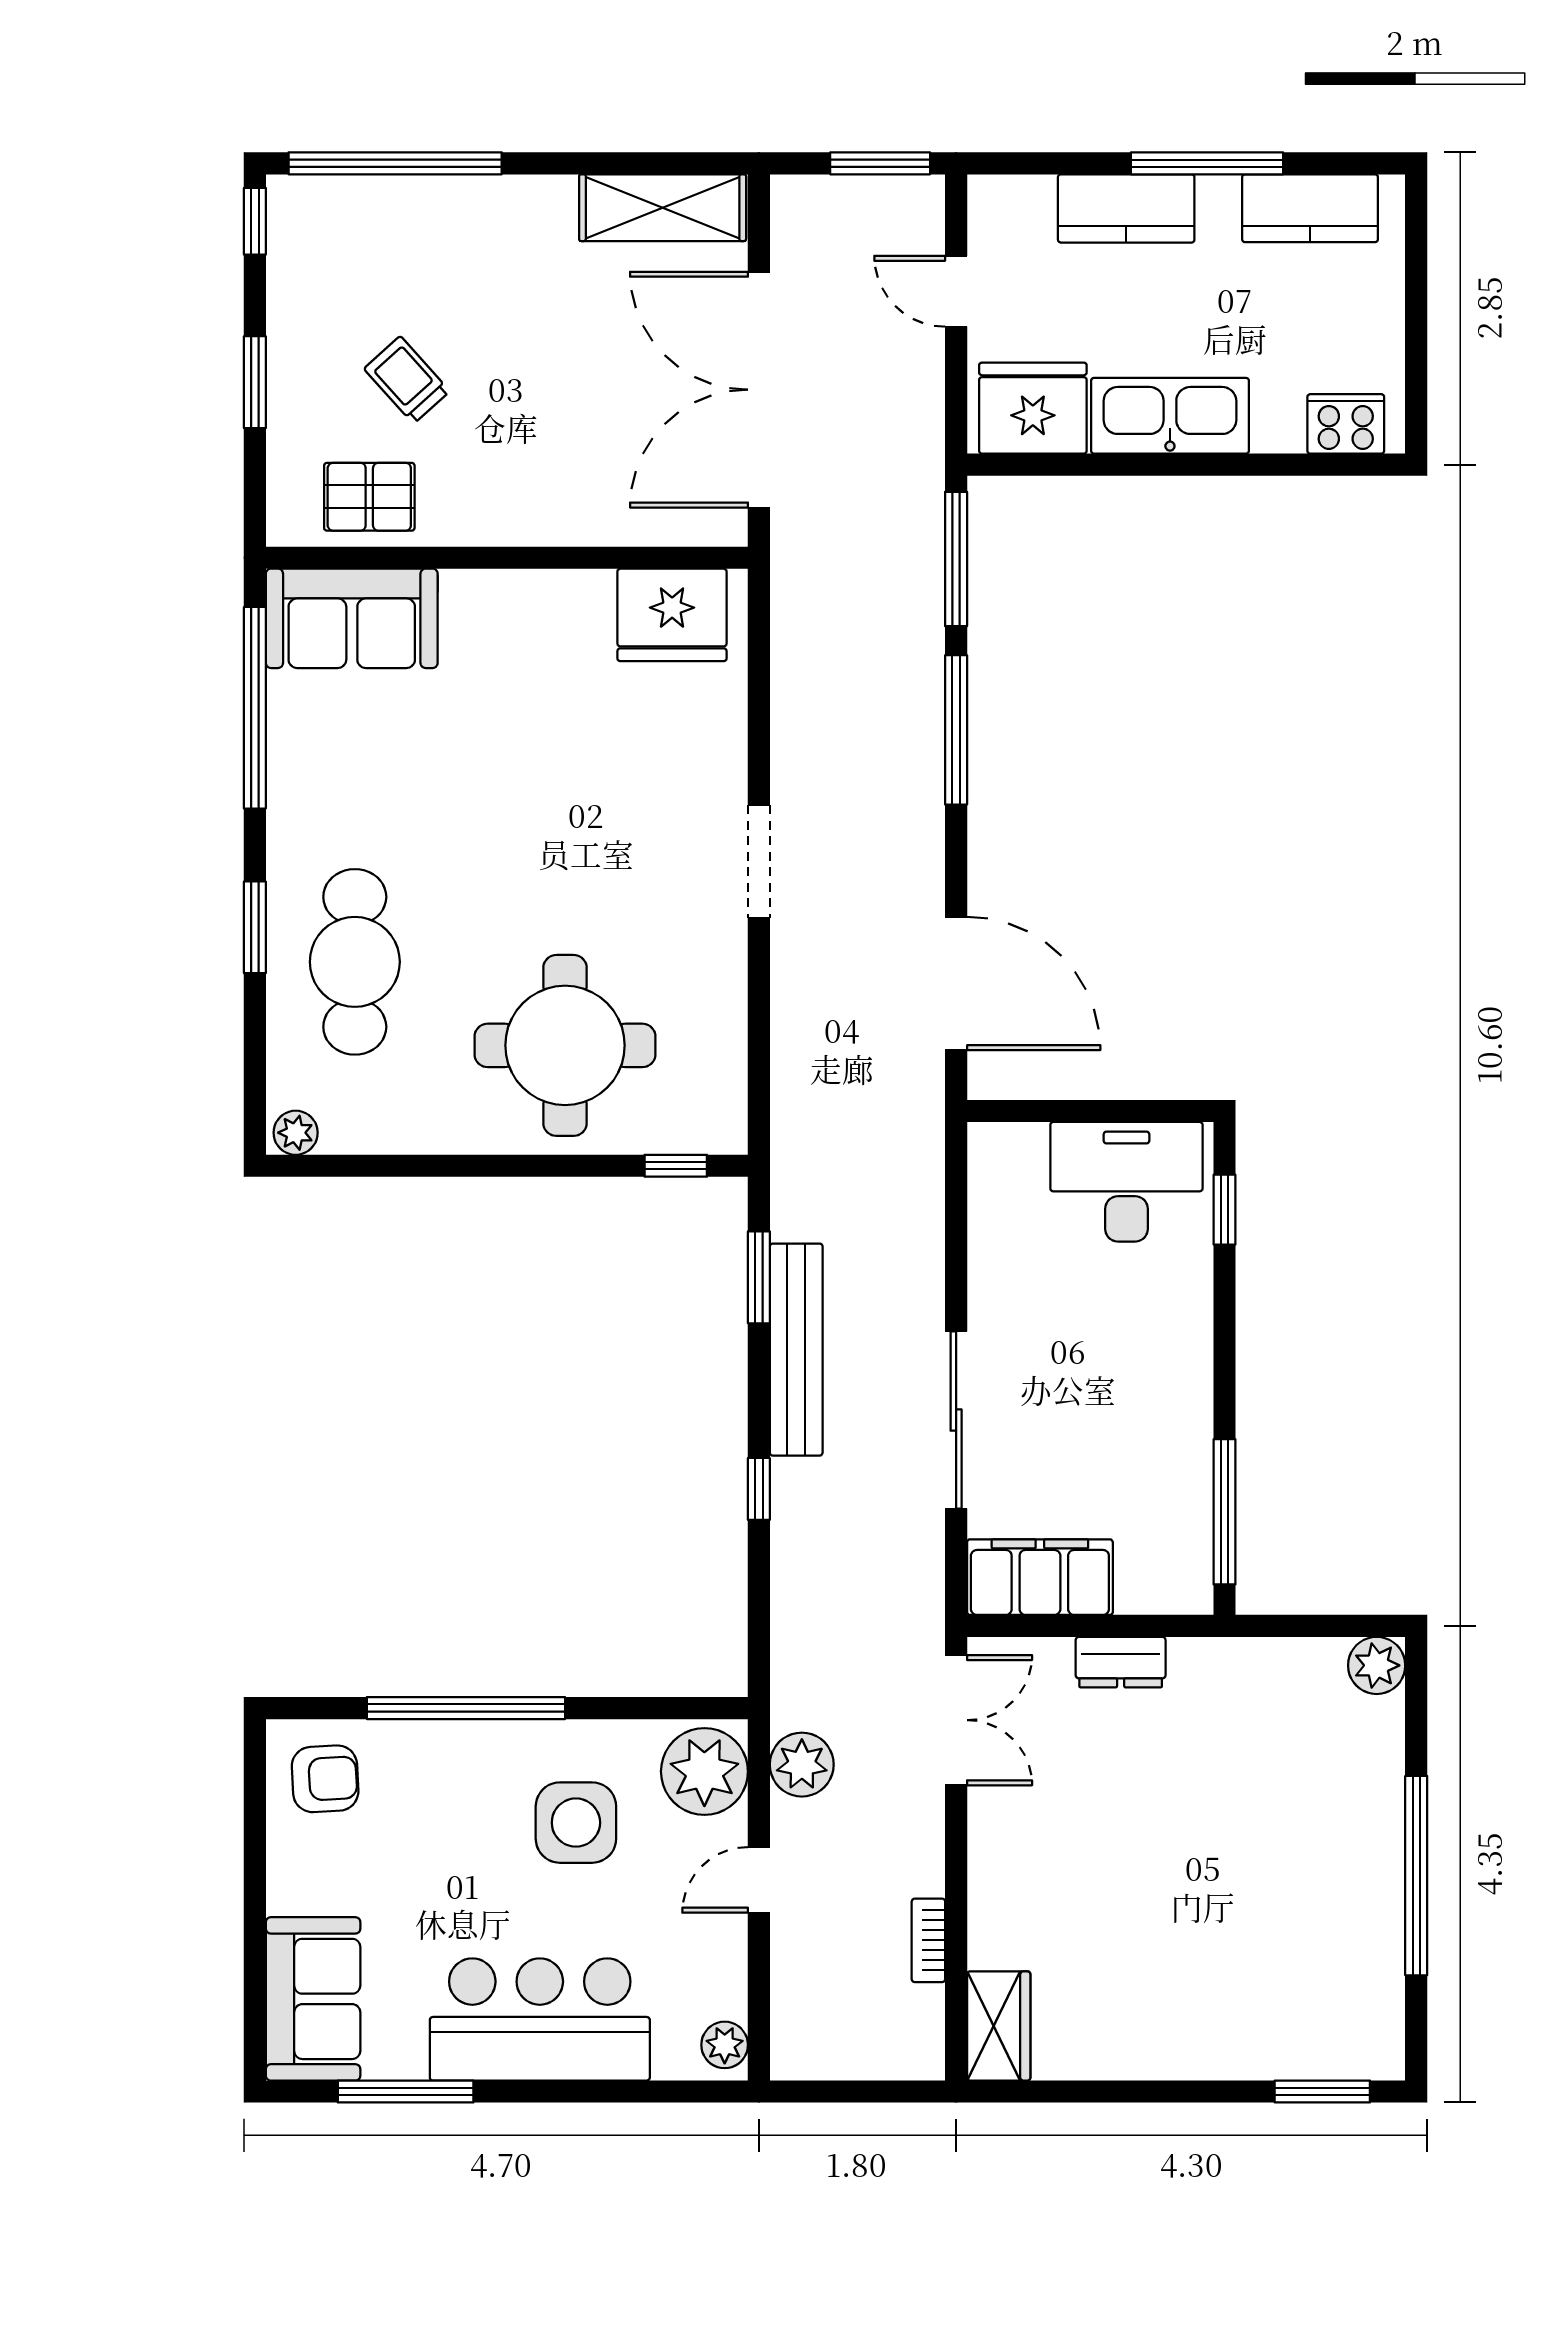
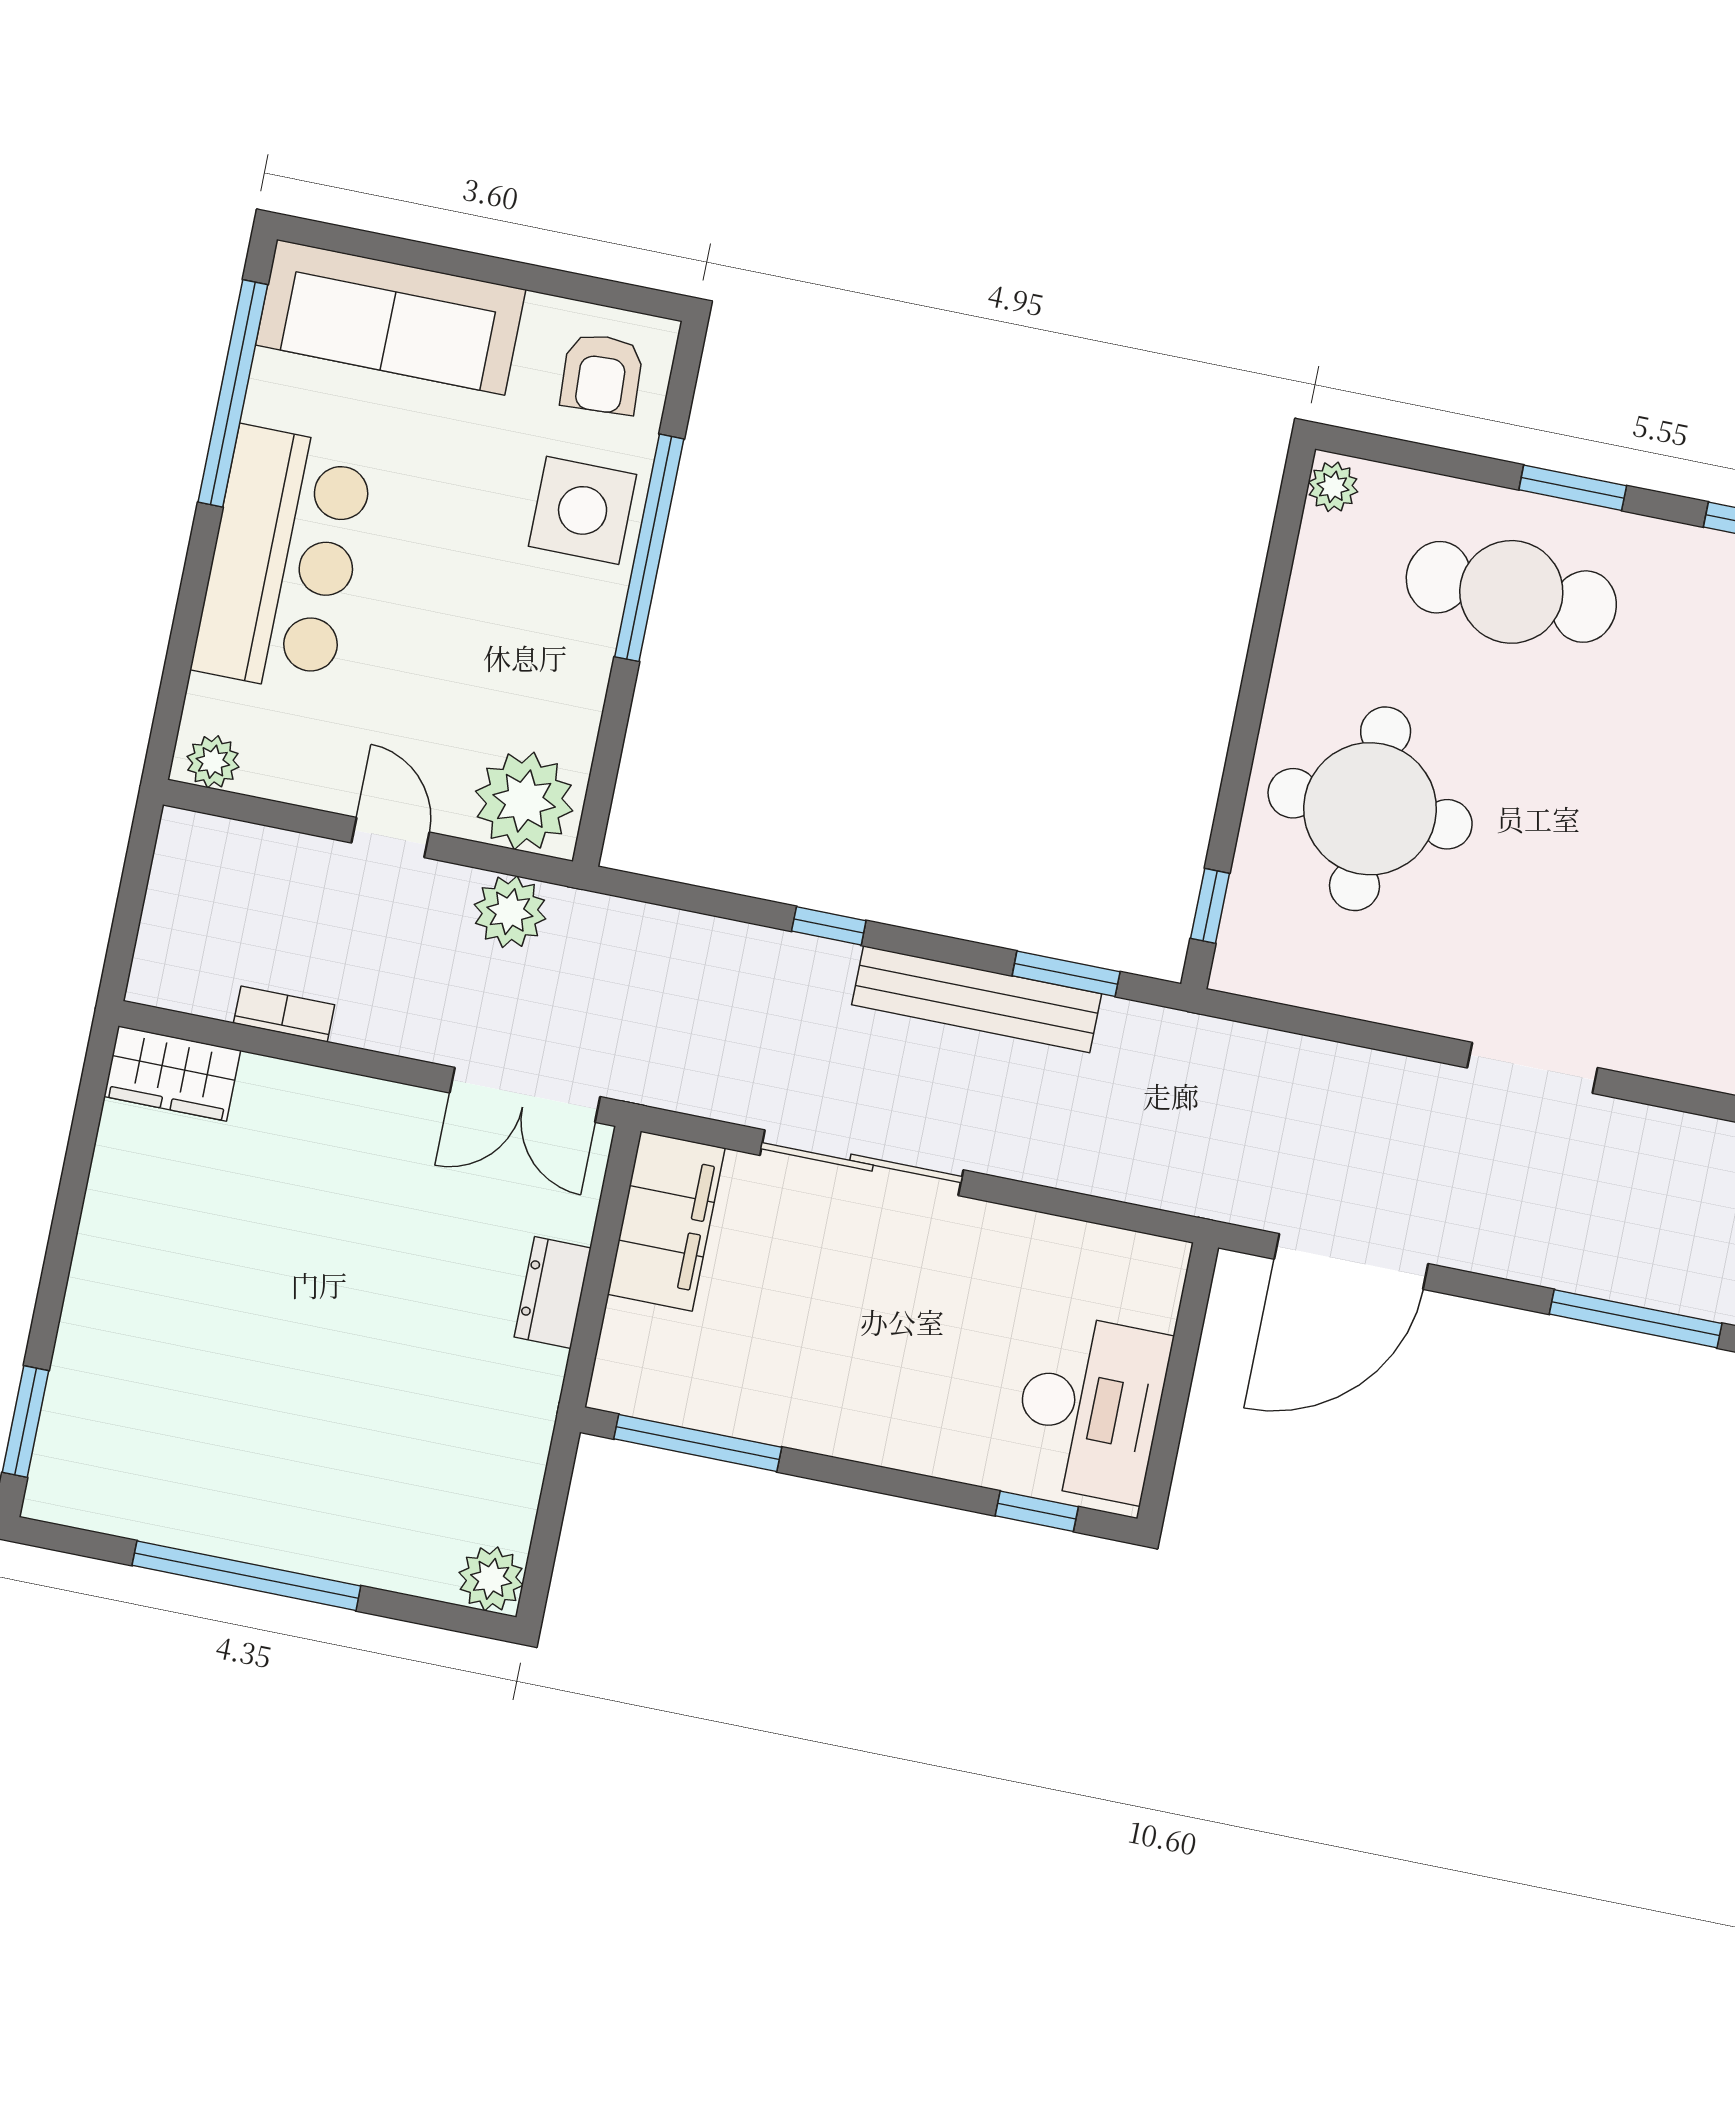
side table: (576, 1823) -> (583, 510), moved
sofa: (313, 1999) -> (391, 317), width x1.36
window: (406, 2092) -> (233, 393), width x1.46

